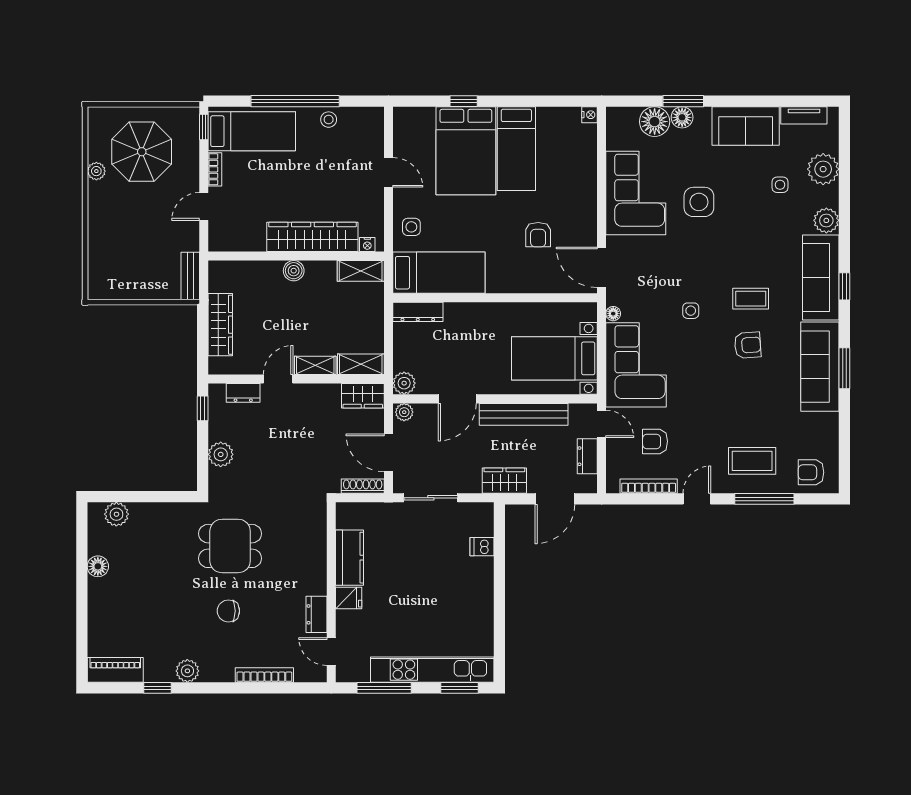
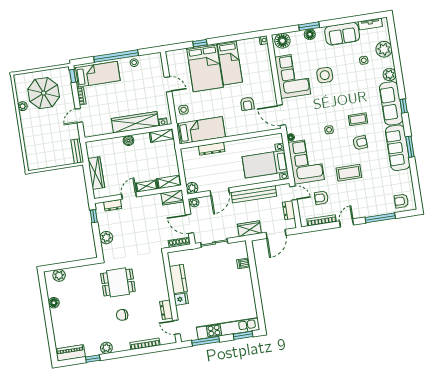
floor lamp: (655, 122) -> (282, 41), moved
dresser: (418, 312) -> (212, 149), moved
coffee table: (752, 461) -> (349, 173), moved

